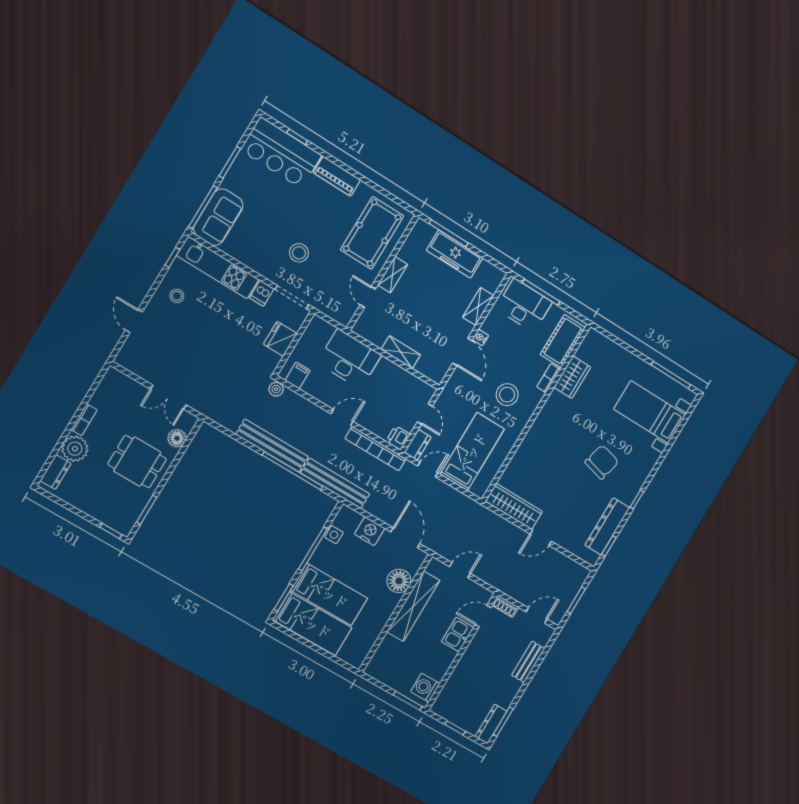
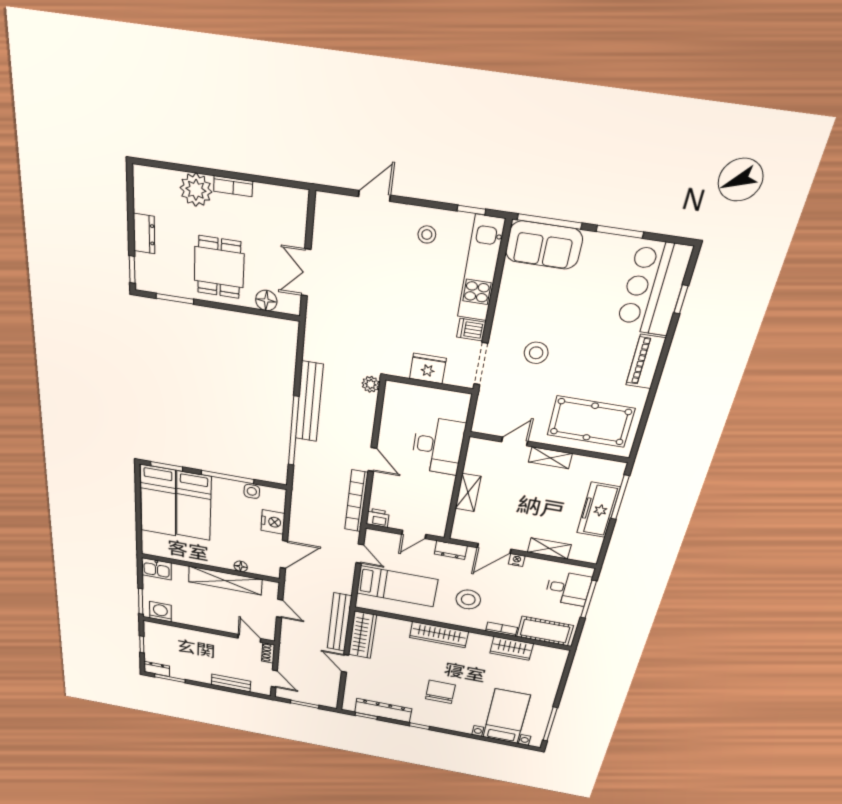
desk: (524, 305) -> (568, 588), width x0.73
filing cabinet: (298, 375) -> (396, 401), removed
wardrobe: (536, 436) -> (439, 635), added
dresser: (418, 445) -> (451, 550), moved
chair: (602, 462) -> (440, 692), turned -104
dresser: (56, 472) -> (144, 234), moved, turned -90
bench: (335, 483) -> (339, 622), moved
floor lamp: (399, 581) -> (241, 566), width x0.53, depth x0.53
kitchen sink: (458, 634) -> (156, 569), moved, turned 180
dresser: (491, 724) -> (157, 669), width x0.70

